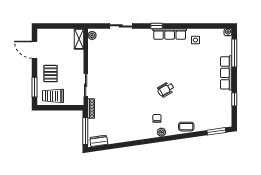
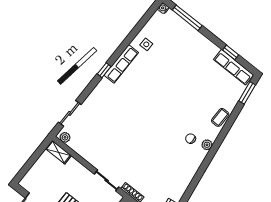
sliding door: (121, 26) -> (70, 113), moved
row of seats: (226, 73) -> (234, 67), moved
wheelchair: (166, 89) -> (170, 109), removed

